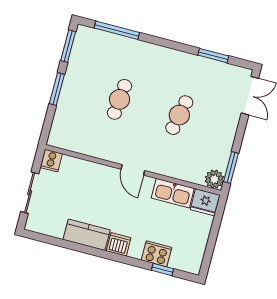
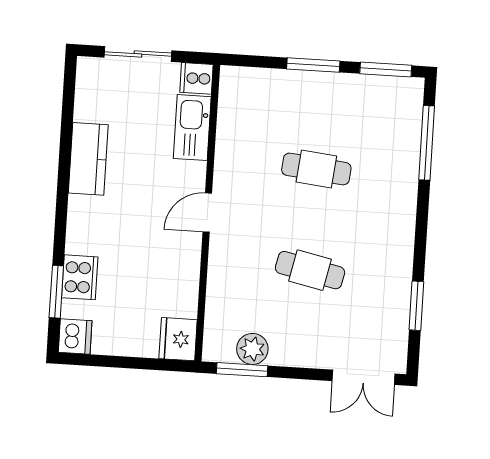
plant: (214, 179) -> (252, 349), moved
kitchen sink: (173, 193) -> (192, 128), moved
dishwasher: (119, 244) -> (75, 336), moved
window: (162, 270) -> (56, 292), width x1.50

